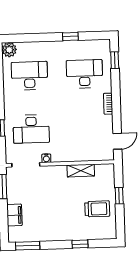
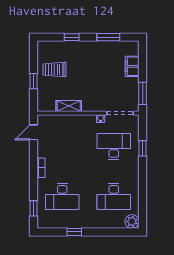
window: (28, 246) -> (108, 37), moved

